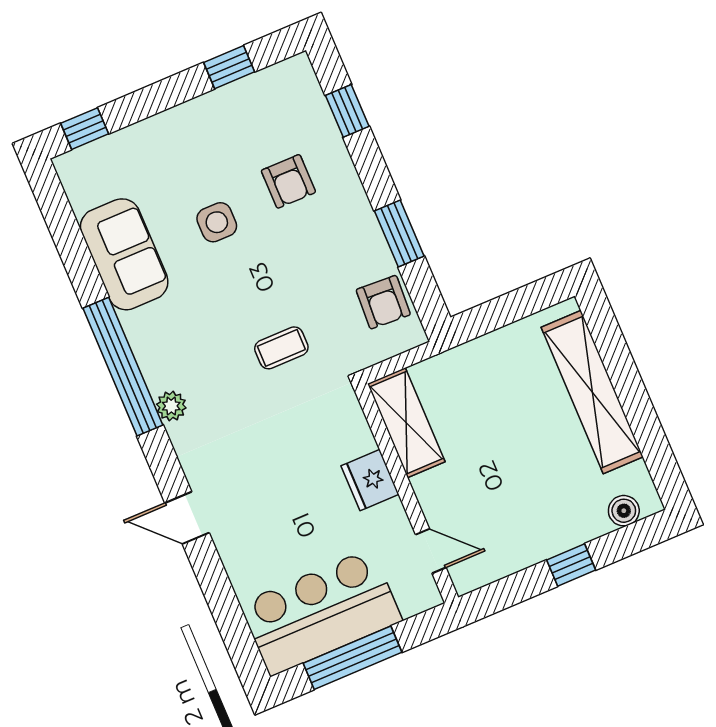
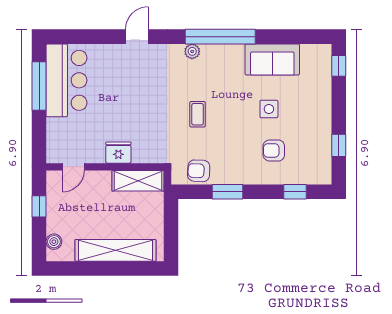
shelving: (406, 423) -> (138, 181), moved
fridge: (370, 480) -> (118, 153), moved
wall: (406, 493) -> (105, 167), moved
door: (431, 551) -> (73, 167), moved

